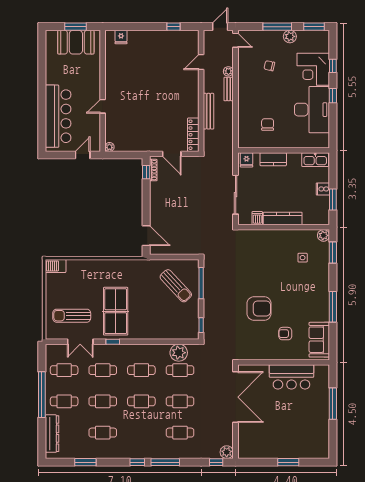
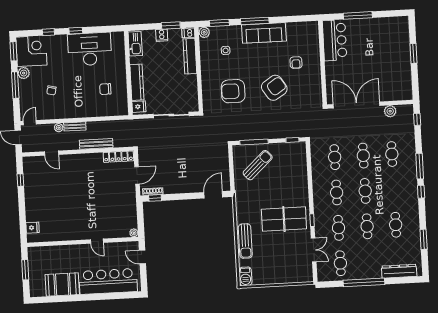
booth: (76, 42) -> (62, 285), moved, turned 90
corner desk: (313, 69) -> (31, 51), moved, turned -90
kitchen counter: (273, 159) -> (137, 82), width x1.50
dishwasher: (257, 218) -> (188, 33), moved
kitchen counter: (283, 218) -> (190, 56), moved
armchair: (258, 263) -> (233, 91), added
window: (333, 307) -> (255, 21), moved
armchair: (259, 308) -> (274, 88), turned 57
sun lounger: (72, 316) -> (245, 241), moved
sofa: (319, 340) -> (264, 33), moved, width x1.36
plant: (179, 353) -> (319, 159), removed
bar counter: (291, 377) -> (335, 40), moved
cafe table: (64, 401) -> (369, 262), removed
plant: (227, 452) -> (390, 111), moved

